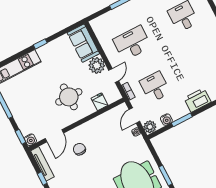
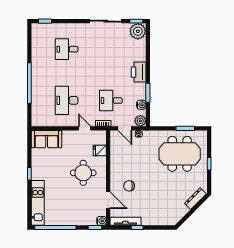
plant: (97, 66) -> (70, 138), removed

